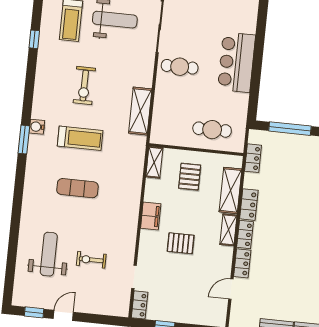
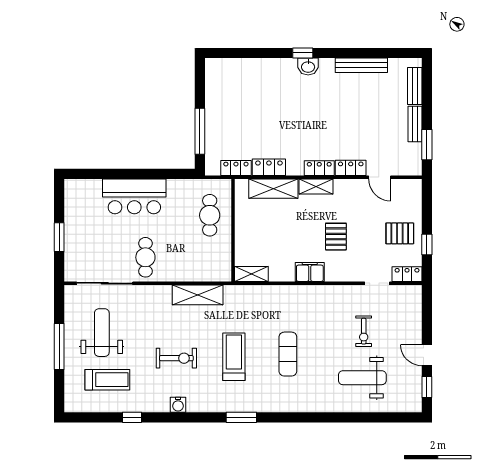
water cooler: (37, 127) -> (178, 405), moved
pallet: (190, 177) -> (400, 233), moved
locker: (249, 205) -> (269, 167), moved

